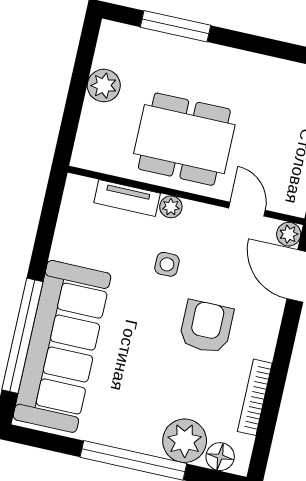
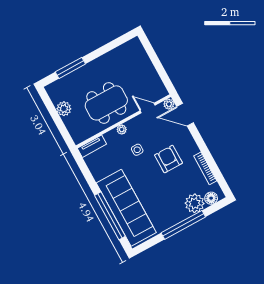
tv unit: (127, 198) -> (92, 146), moved

